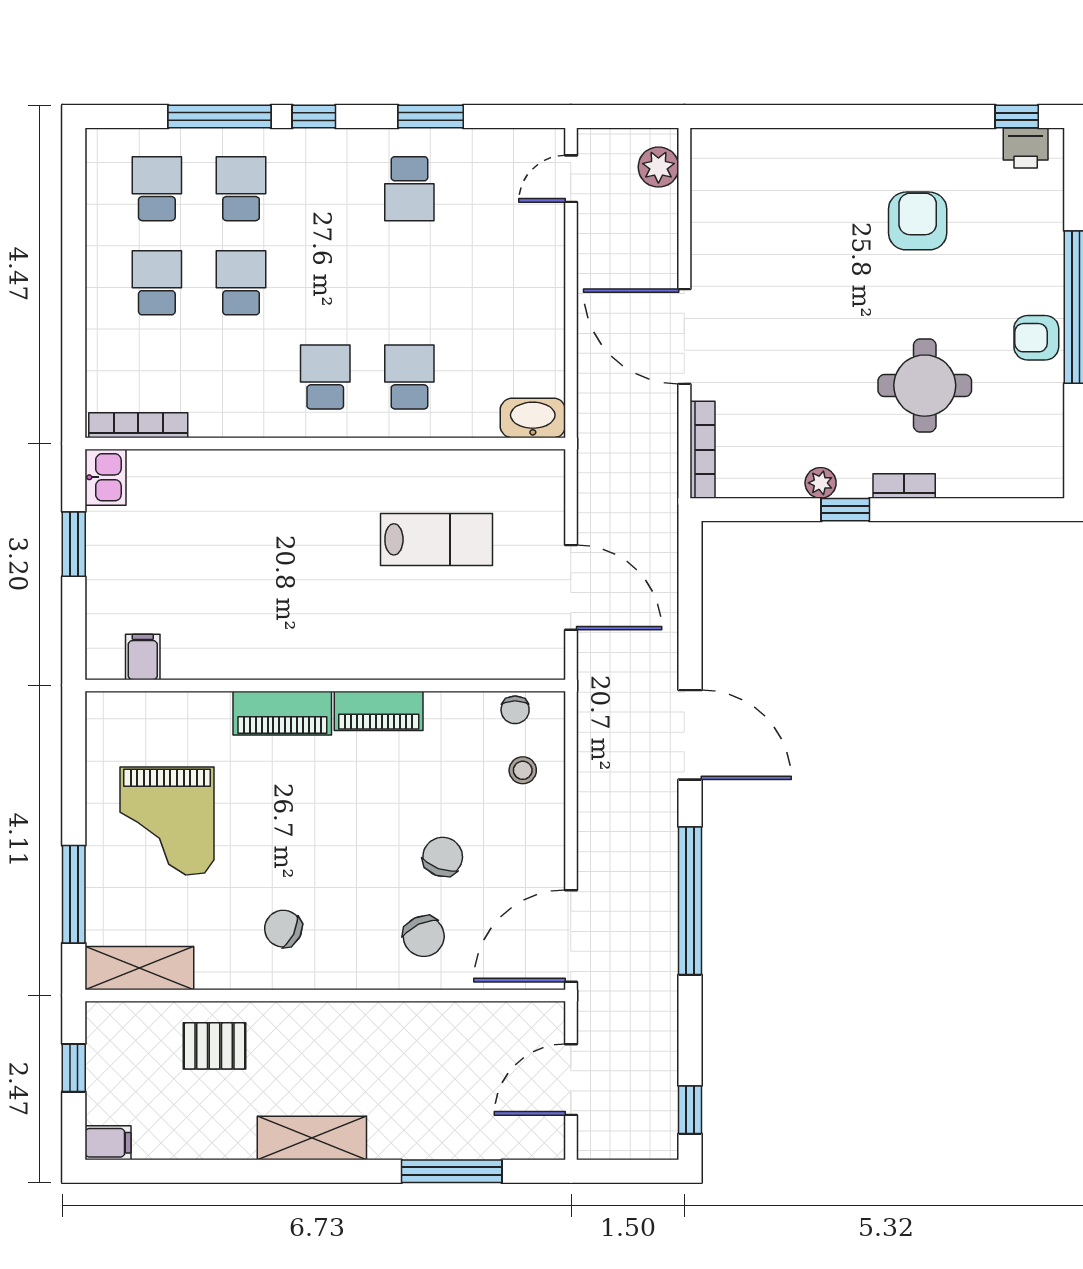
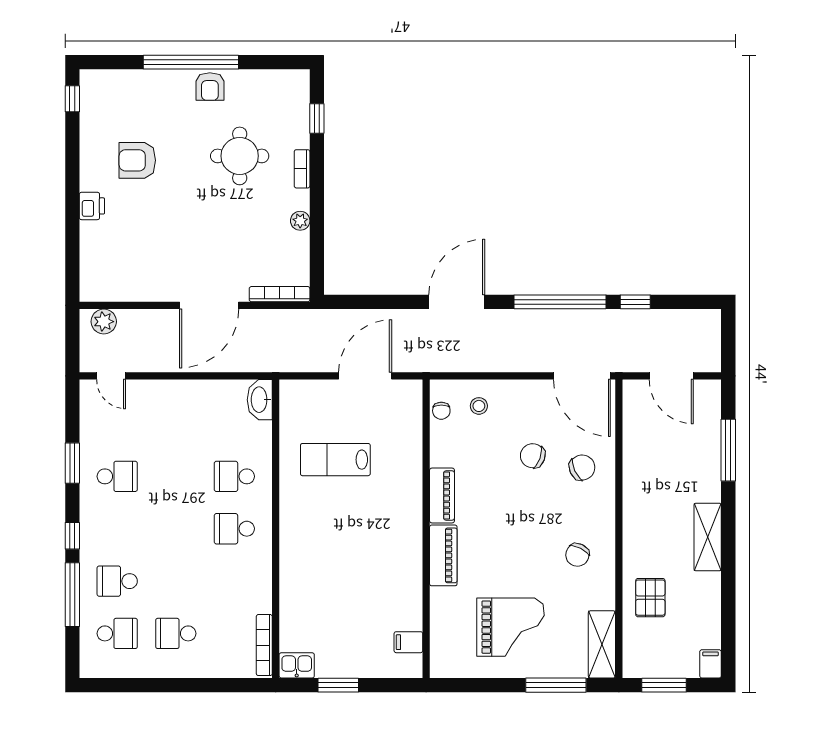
printer: (1026, 148) -> (92, 206), moved
school desk: (157, 189) -> (117, 633), turned 180
school desk: (241, 283) -> (176, 581), removed
window: (845, 510) -> (317, 119), moved
lab bench: (436, 539) -> (335, 460), turned -90
chair: (515, 710) -> (441, 411), turned 90
window: (74, 1068) -> (664, 685), width x1.50
window: (690, 1110) -> (635, 302), moved

